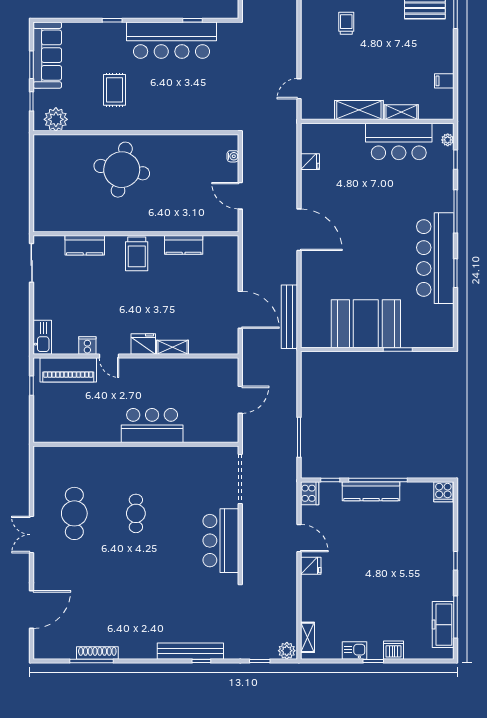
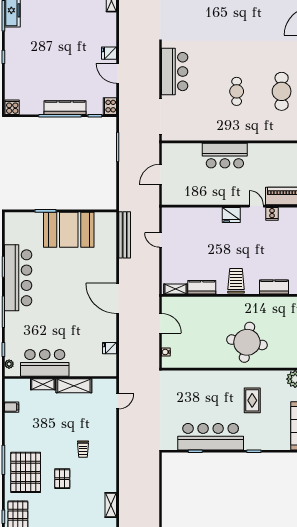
door: (240, 310) -> (160, 240), width x0.53
shelving: (173, 347) -> (175, 289), moved

